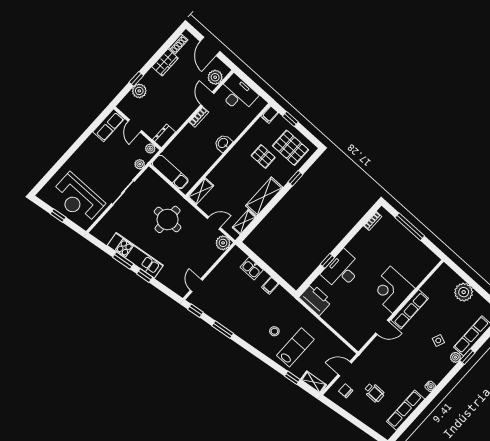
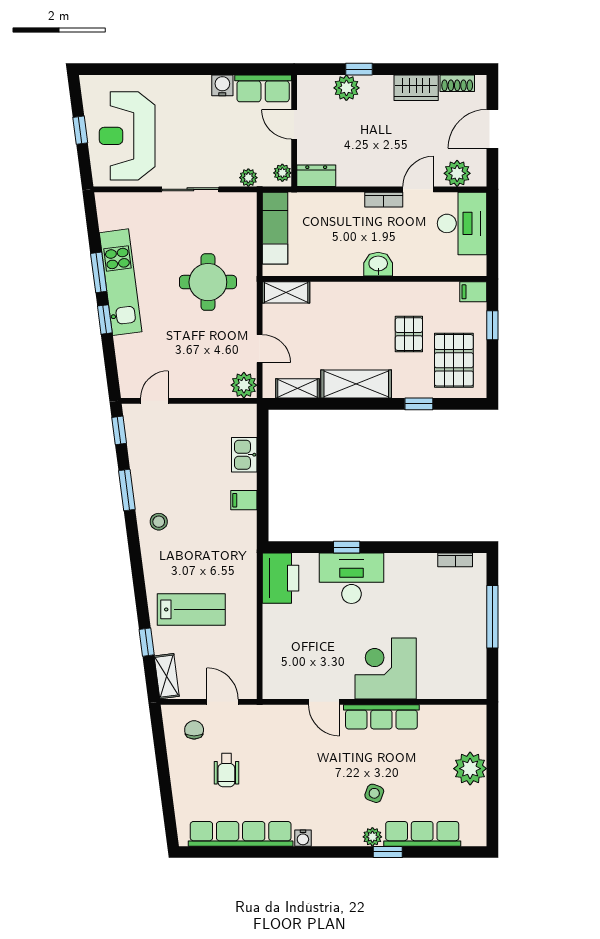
door: (135, 126) -> (294, 124), hinge flipped
water cooler: (92, 141) -> (222, 85), added
stool: (274, 331) -> (159, 522), moved
row of seats: (406, 410) -> (241, 834), width x1.36

